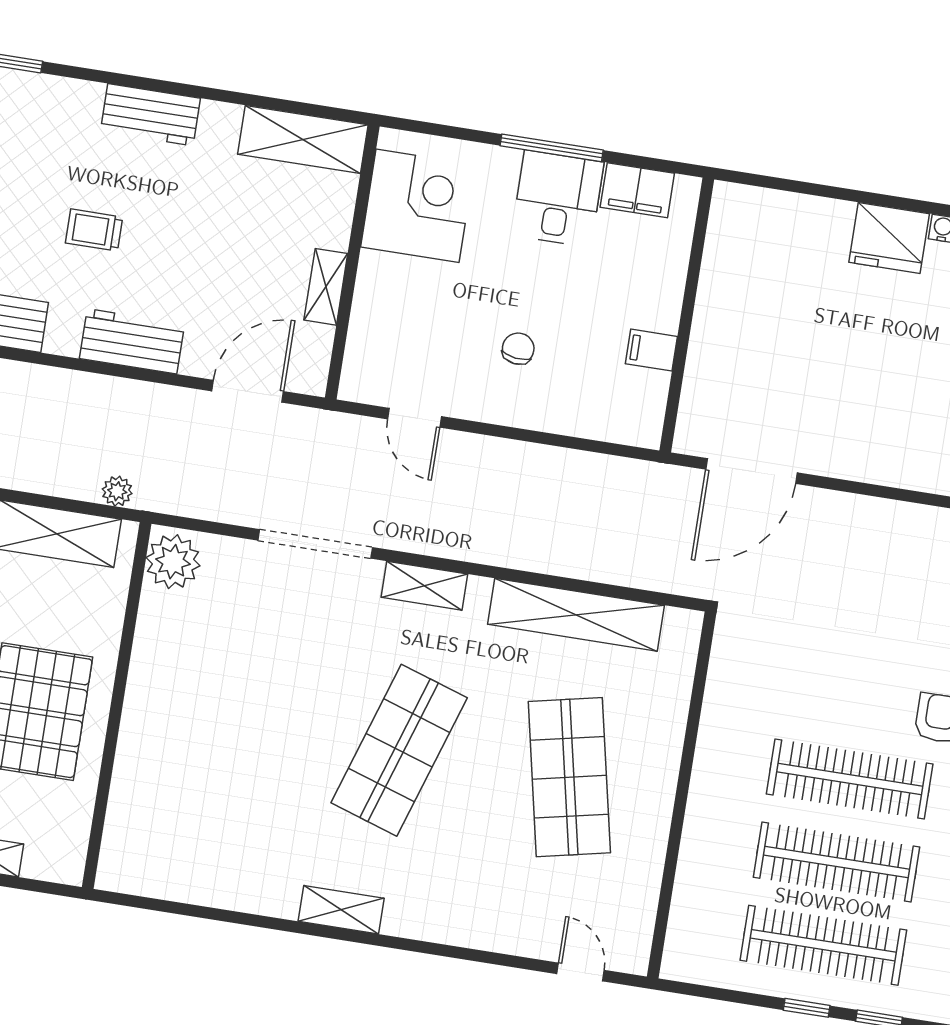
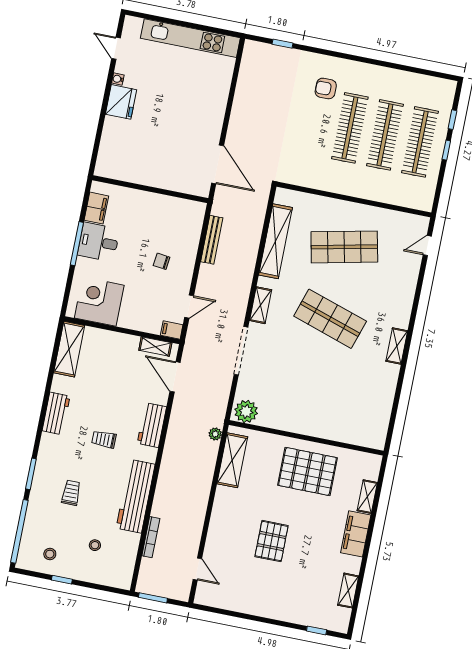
trolley: (94, 230) -> (104, 439), turned 90
shelving: (326, 287) -> (155, 347), moved
filing cabinet: (651, 350) -> (172, 330), moved, turned 90
bench: (574, 465) -> (212, 240), added

